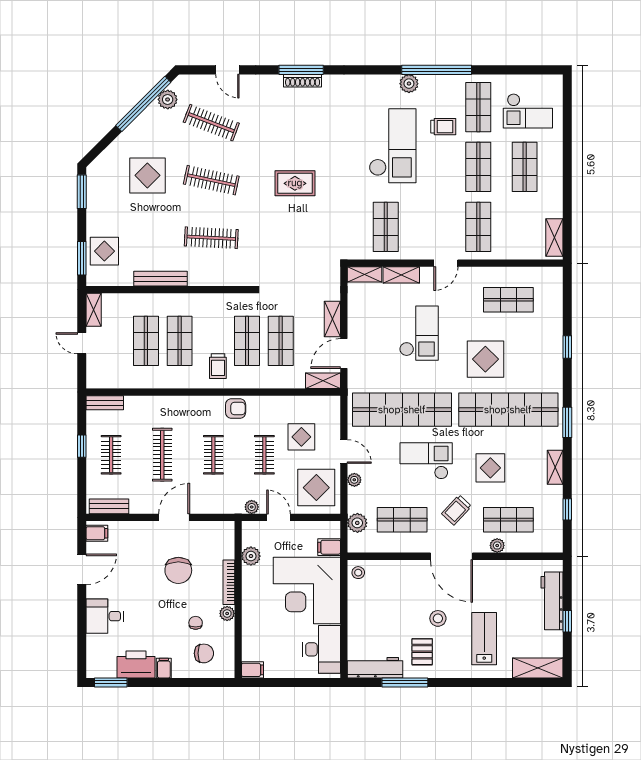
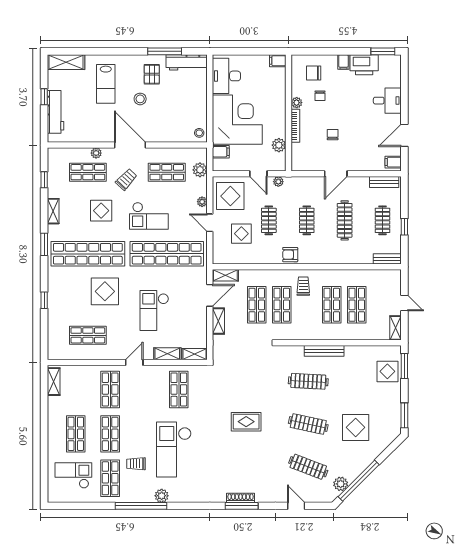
bench: (160, 279) -> (324, 351), moved
chair: (178, 570) -> (333, 135), width x0.54, depth x0.54

